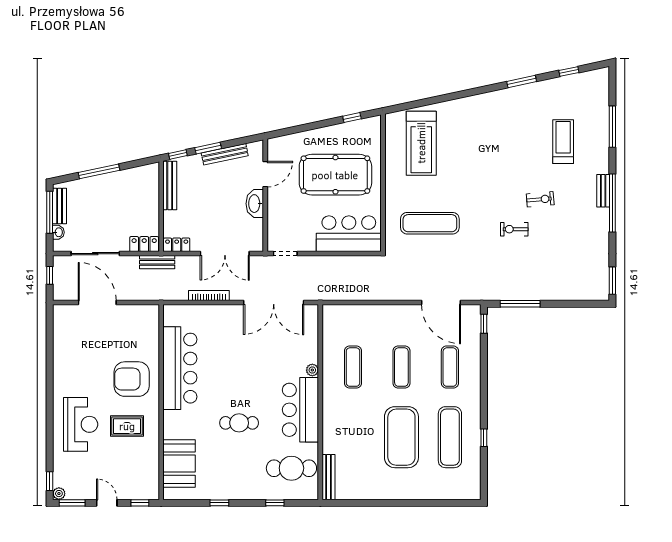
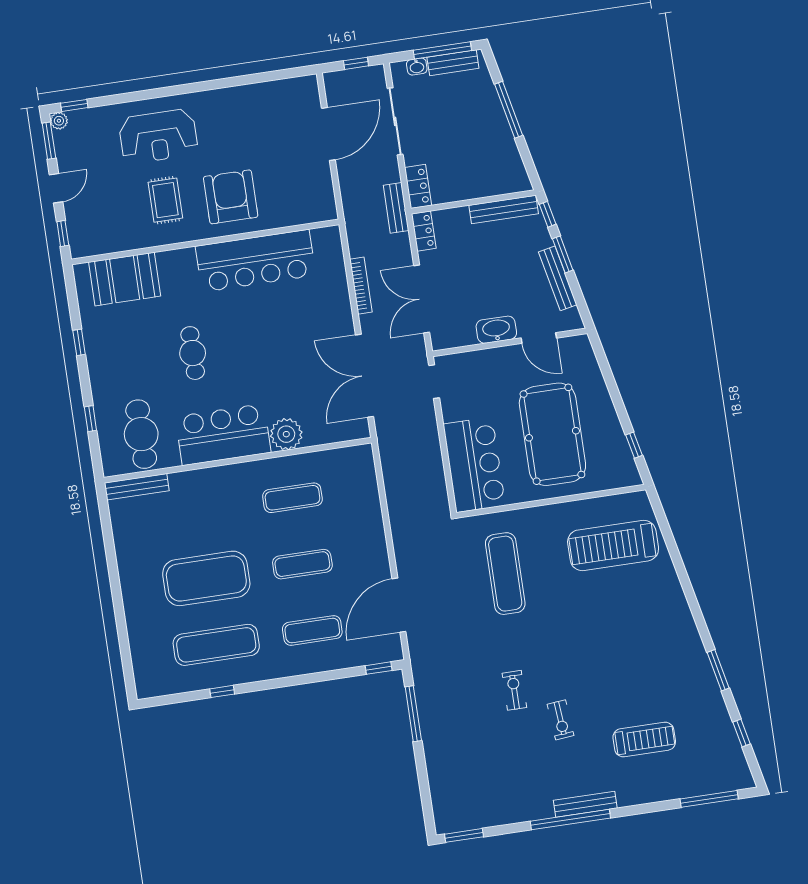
window: (612, 127) -> (709, 799), moved
bench: (603, 191) -> (585, 804), width x1.36
plant: (312, 370) -> (286, 434), width x1.88, depth x1.88

